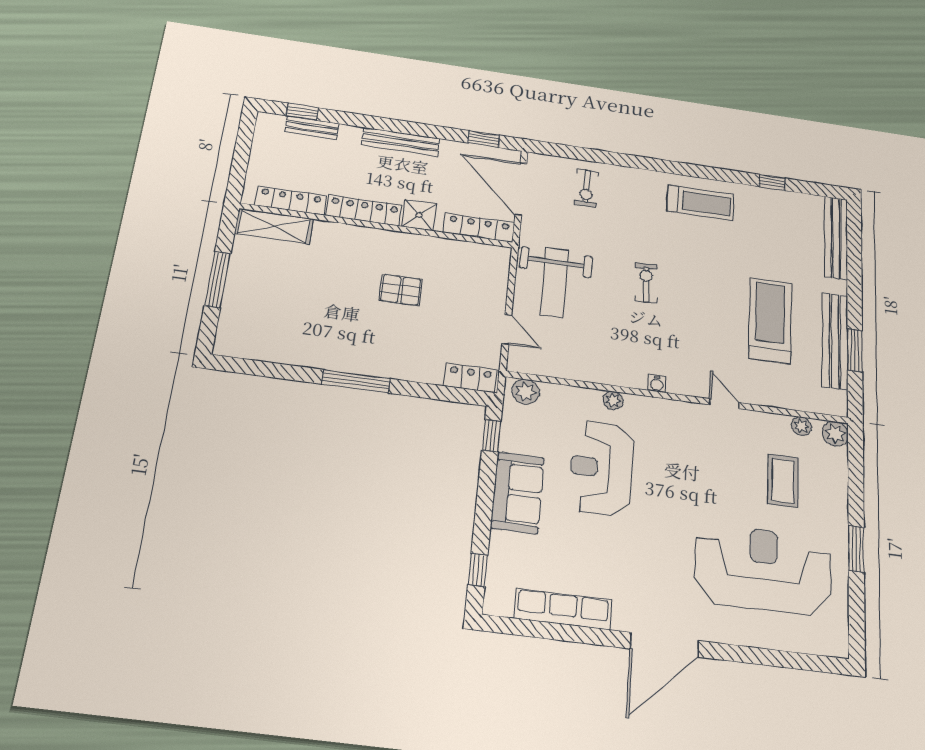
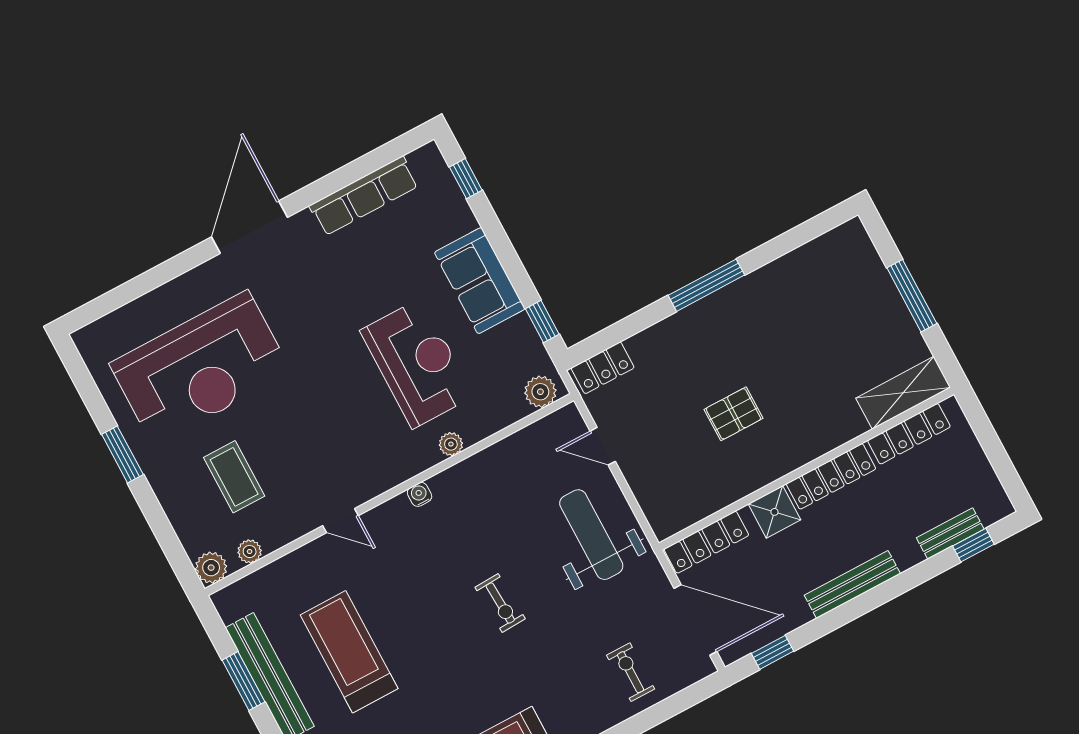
treadmill: (770, 321) -> (349, 652), turned 180

